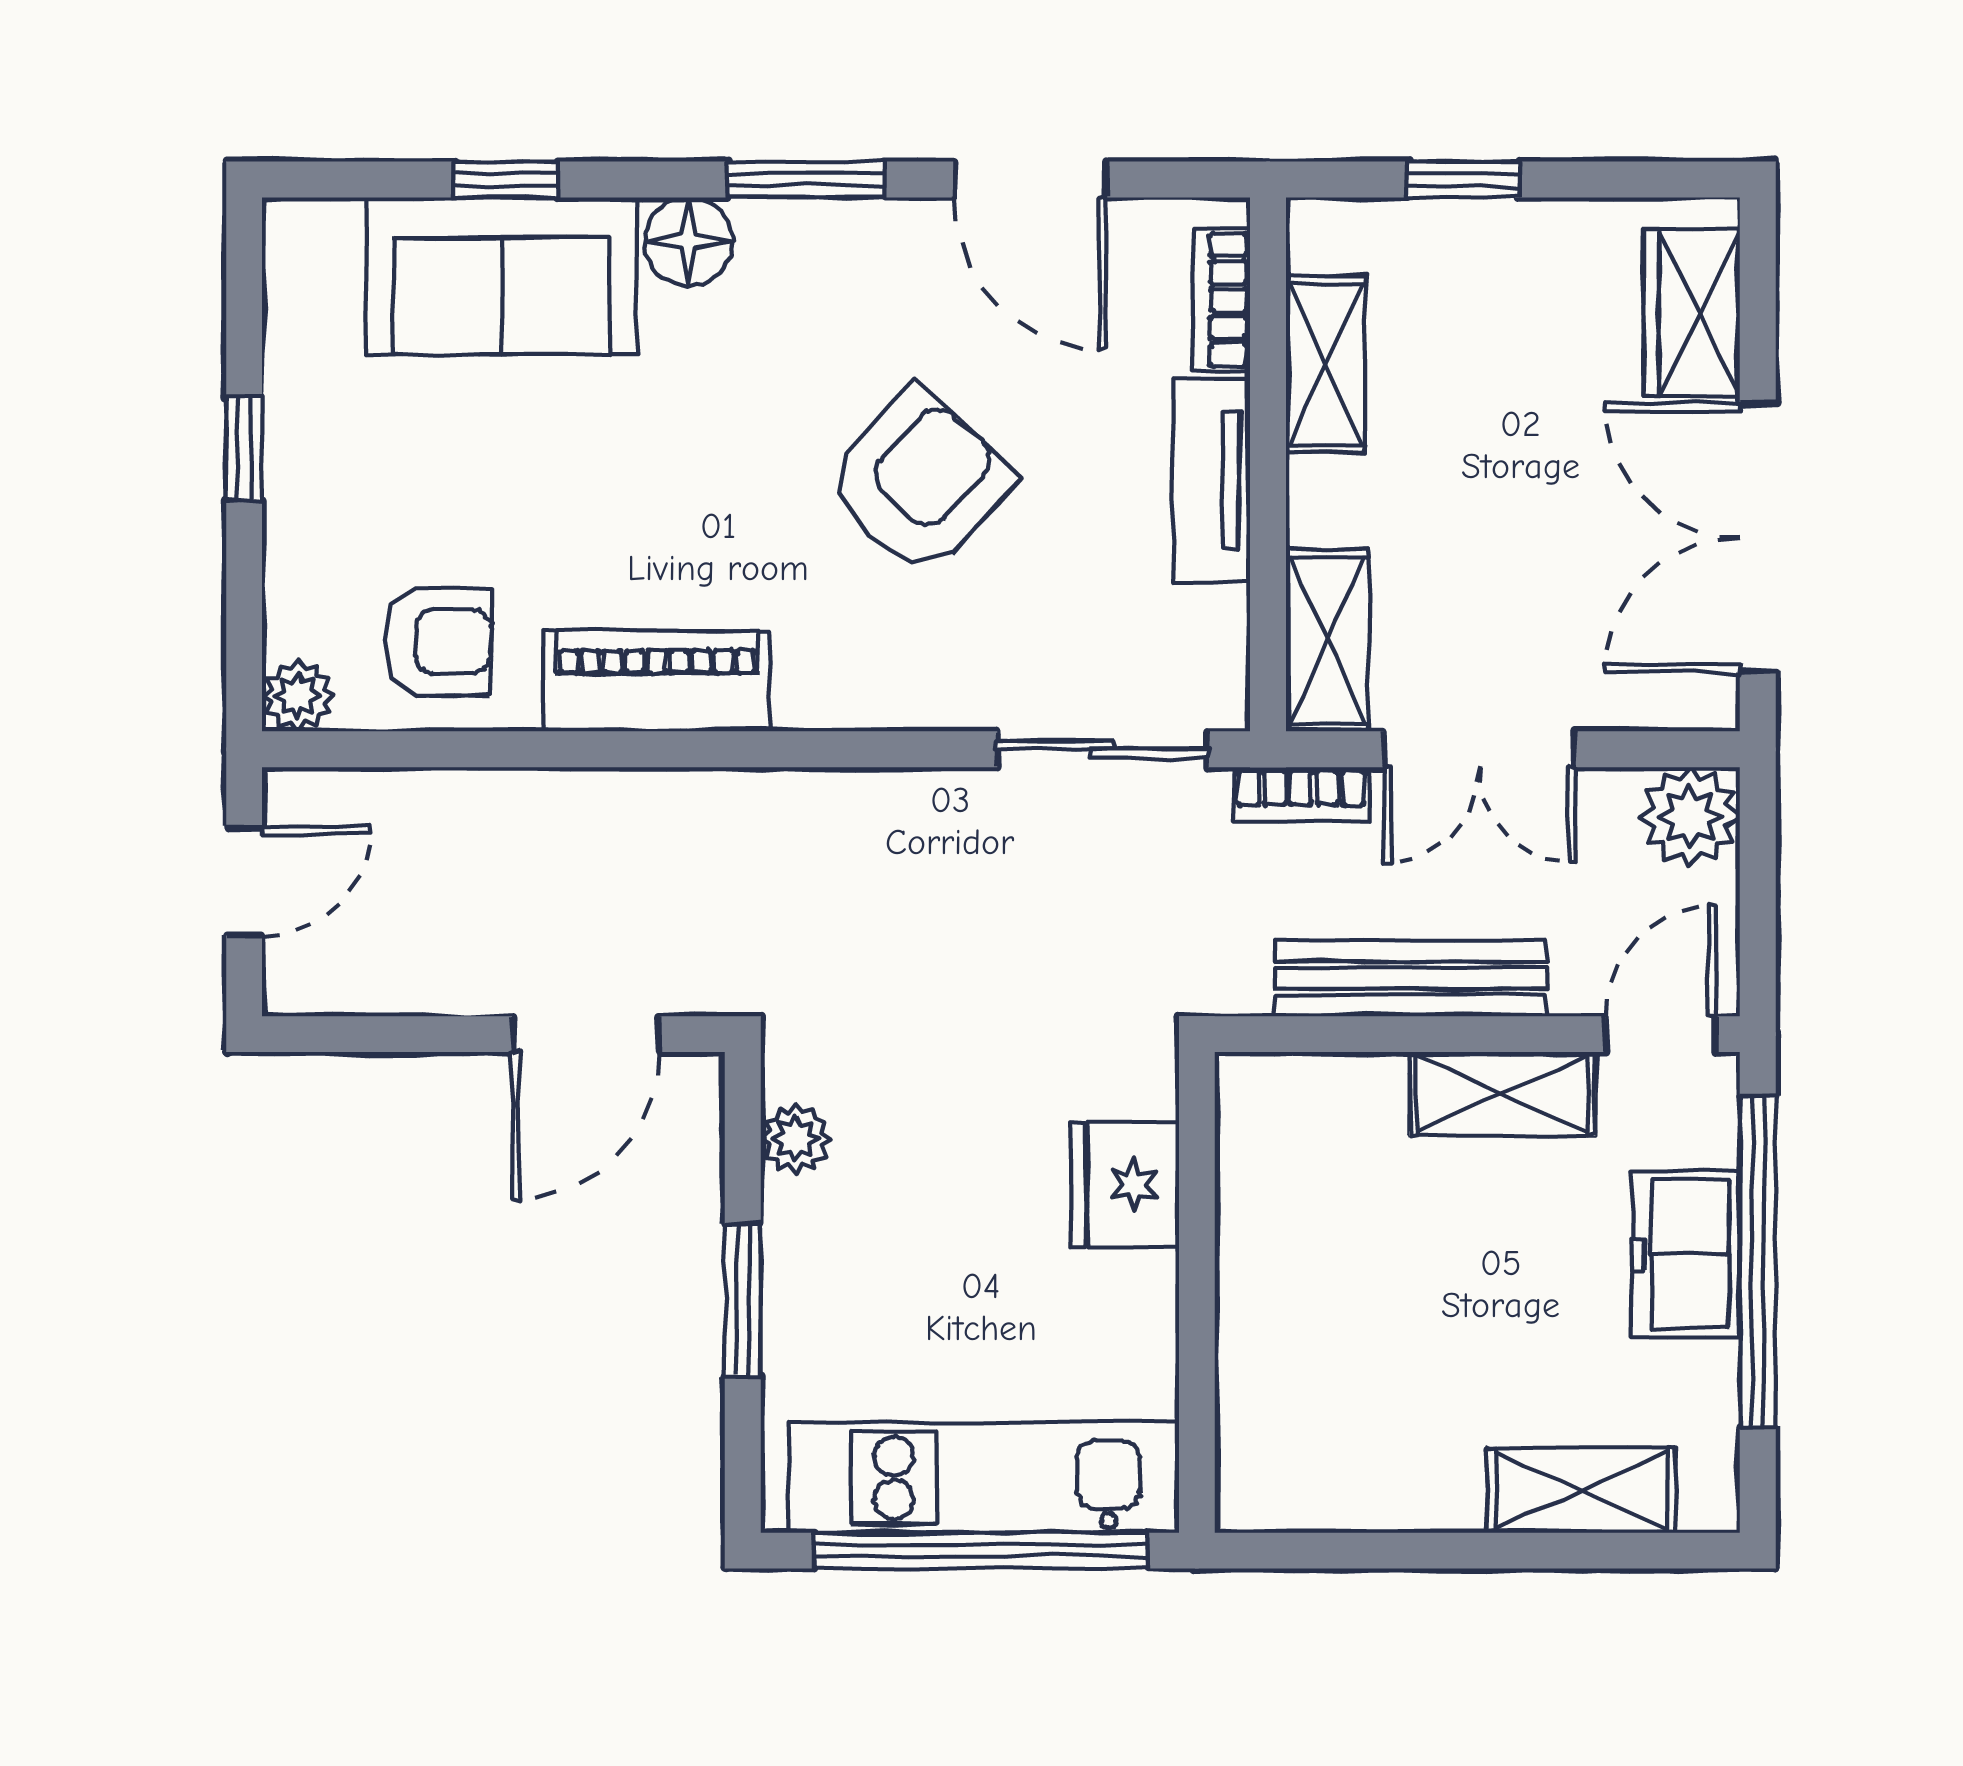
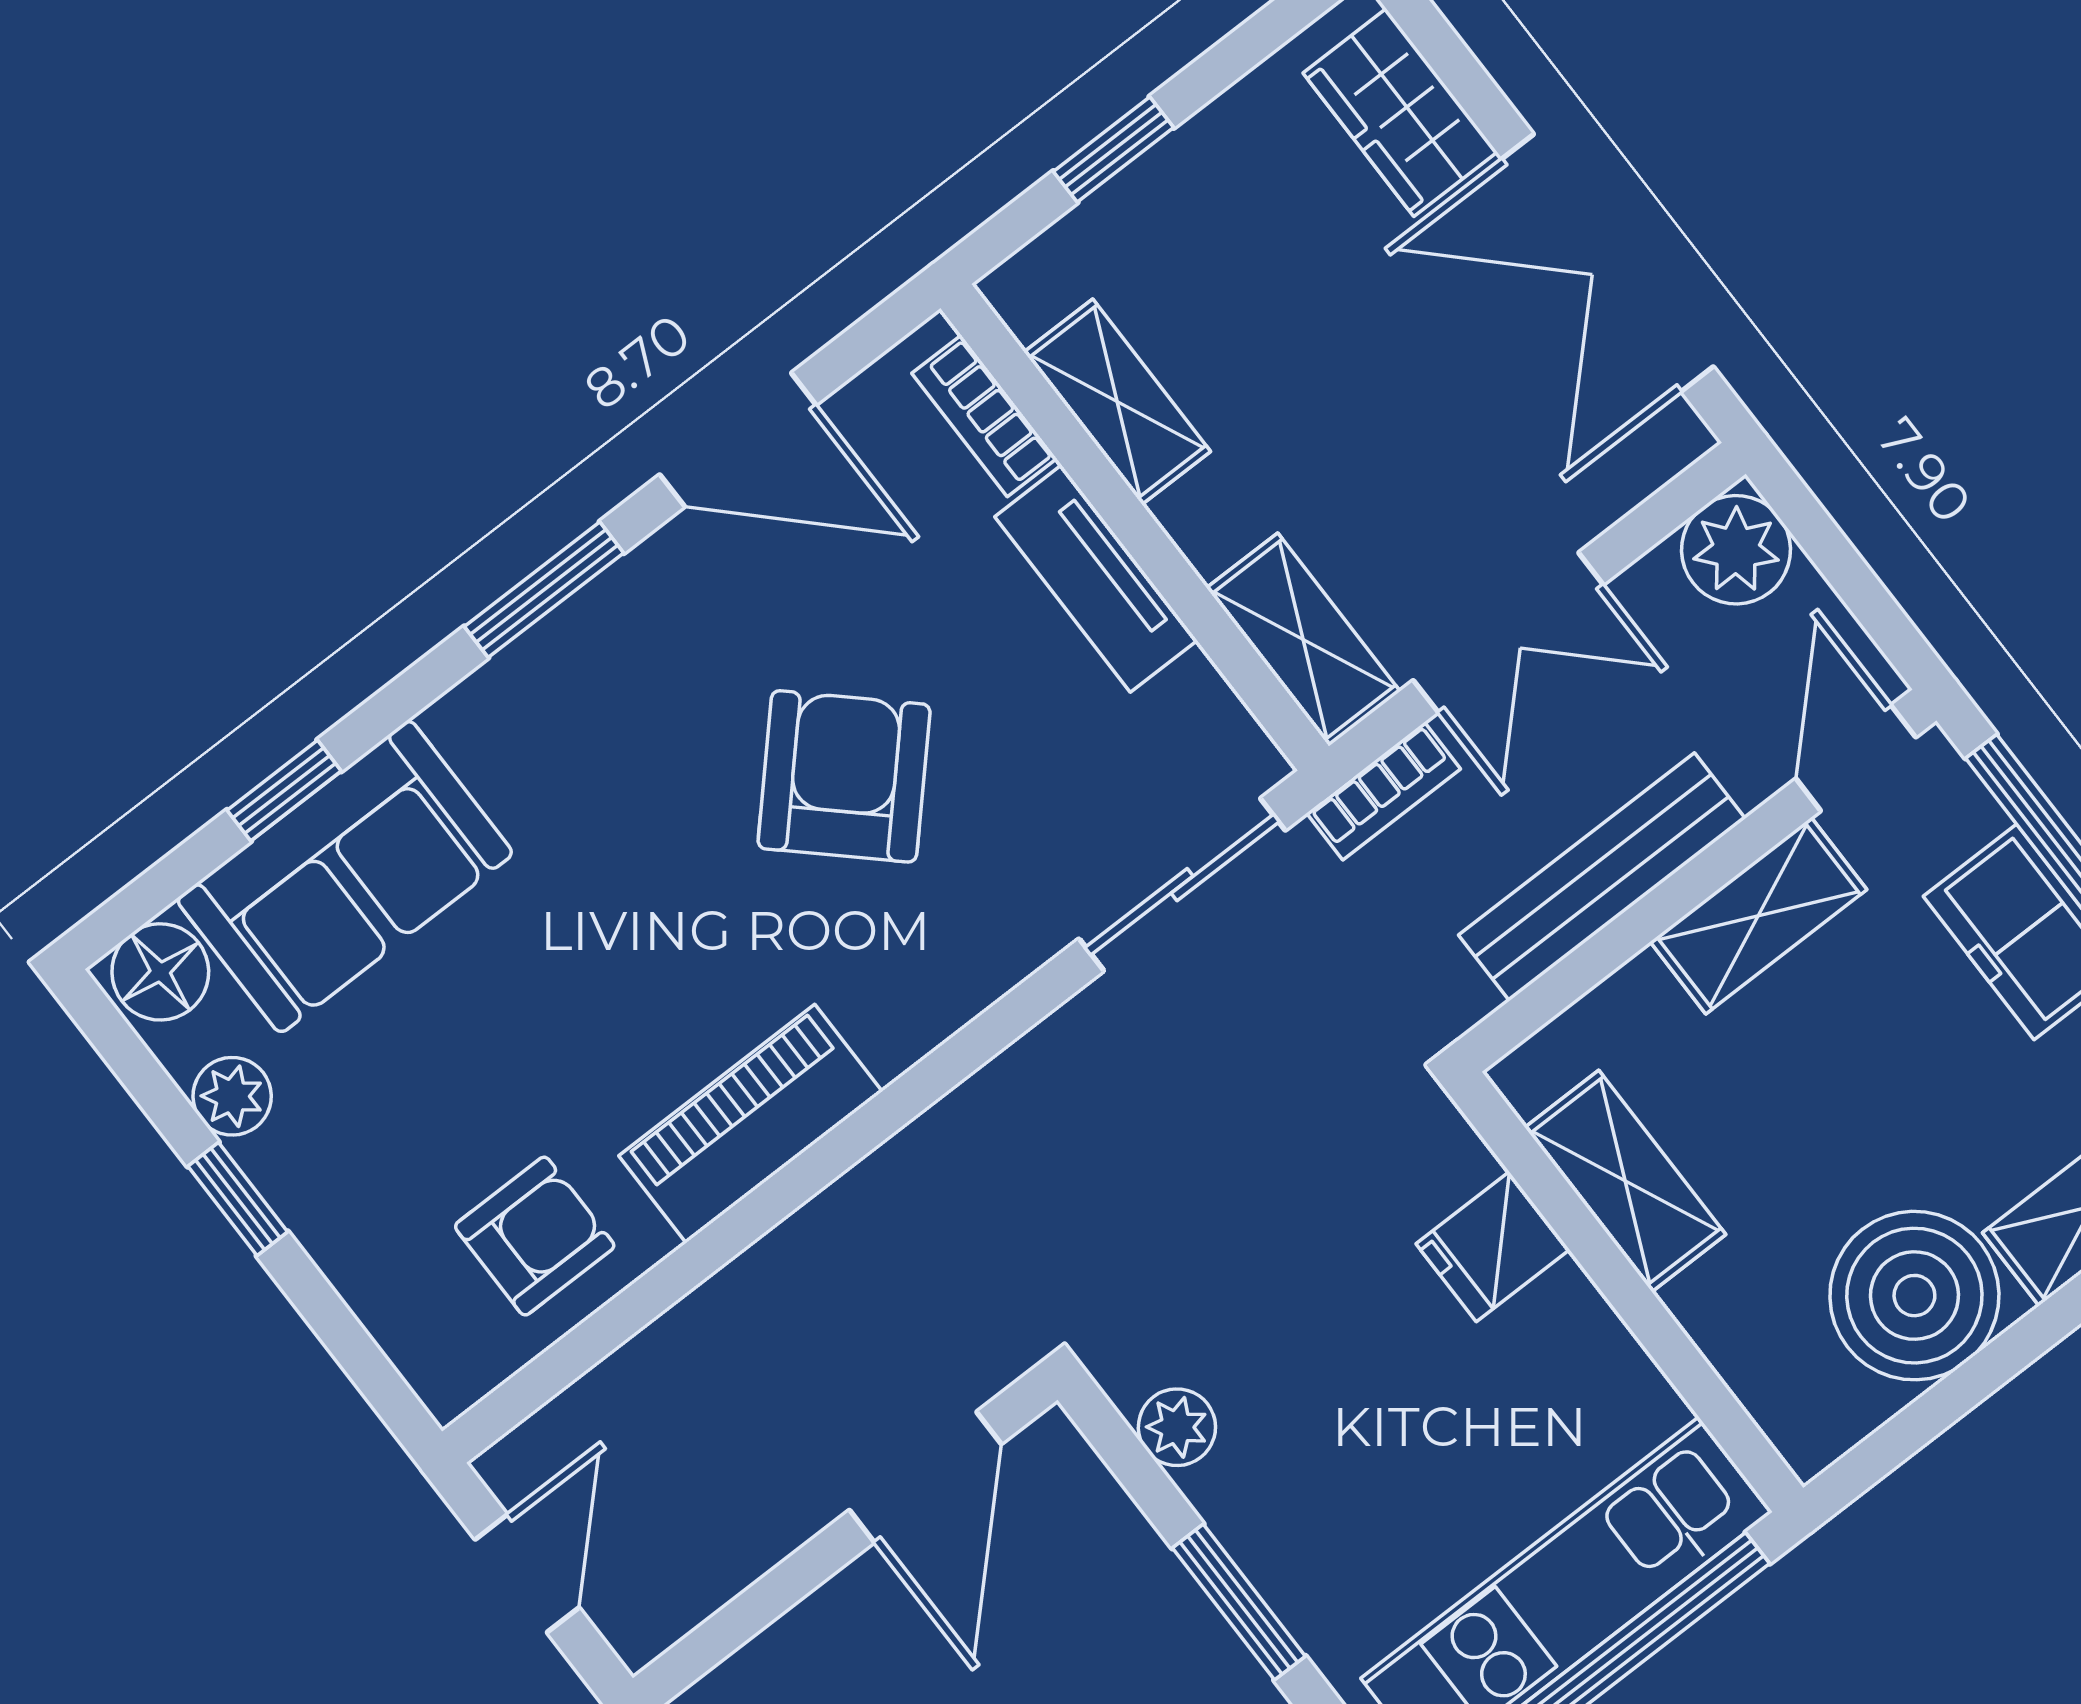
floor lamp: (689, 241) -> (160, 972), moved
plant: (298, 696) -> (232, 1096), moved
fridge: (1125, 1185) -> (1493, 1247), width x0.72
shelving: (1257, 1211) -> (1625, 1181), added
boiler: (1402, 1456) -> (1914, 1296), added

